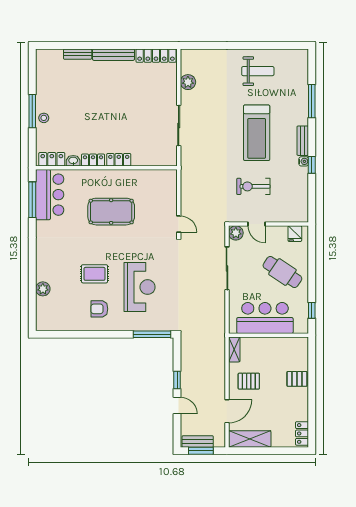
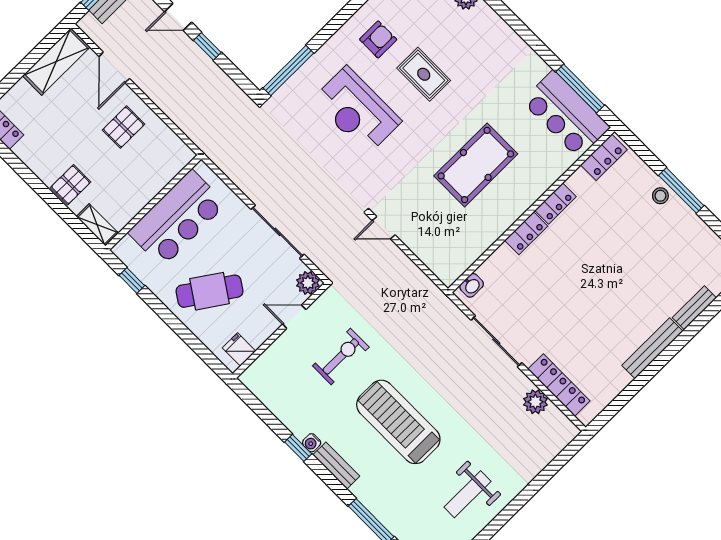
locker: (156, 56) -> (559, 385), moved, turned 90
washbasin: (73, 161) -> (472, 285), moved
rug: (95, 274) -> (424, 74), turned 90
shelving: (234, 349) -> (97, 225), moved

